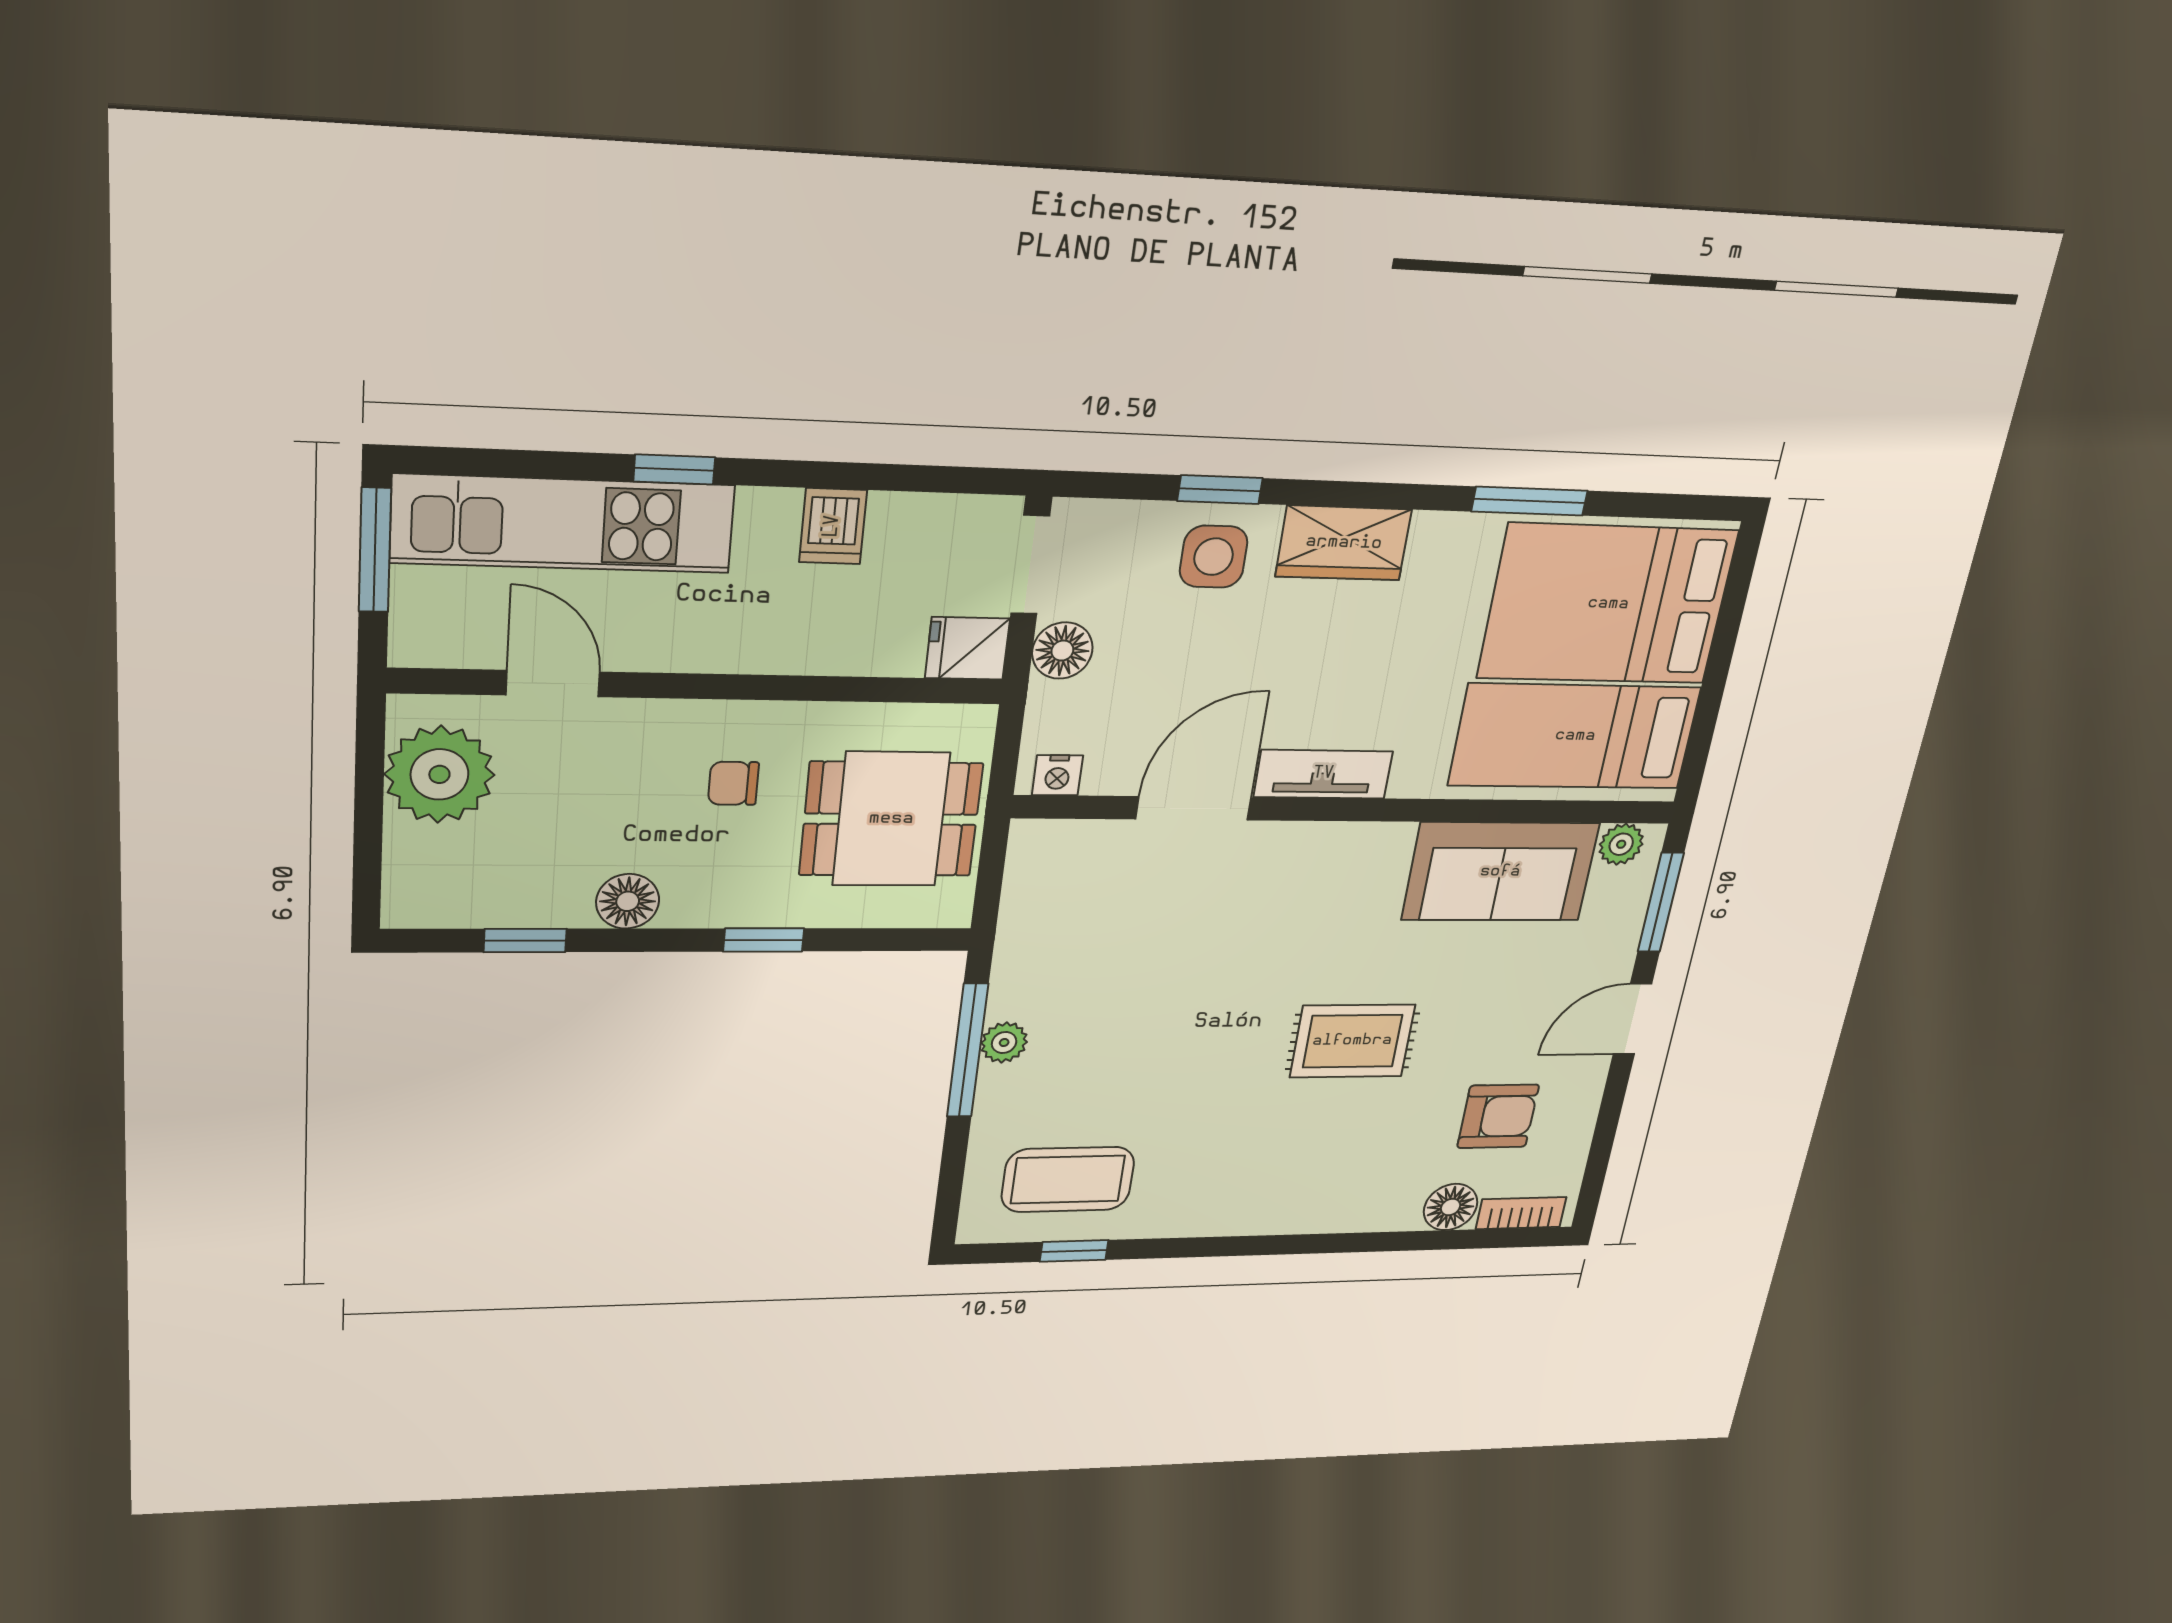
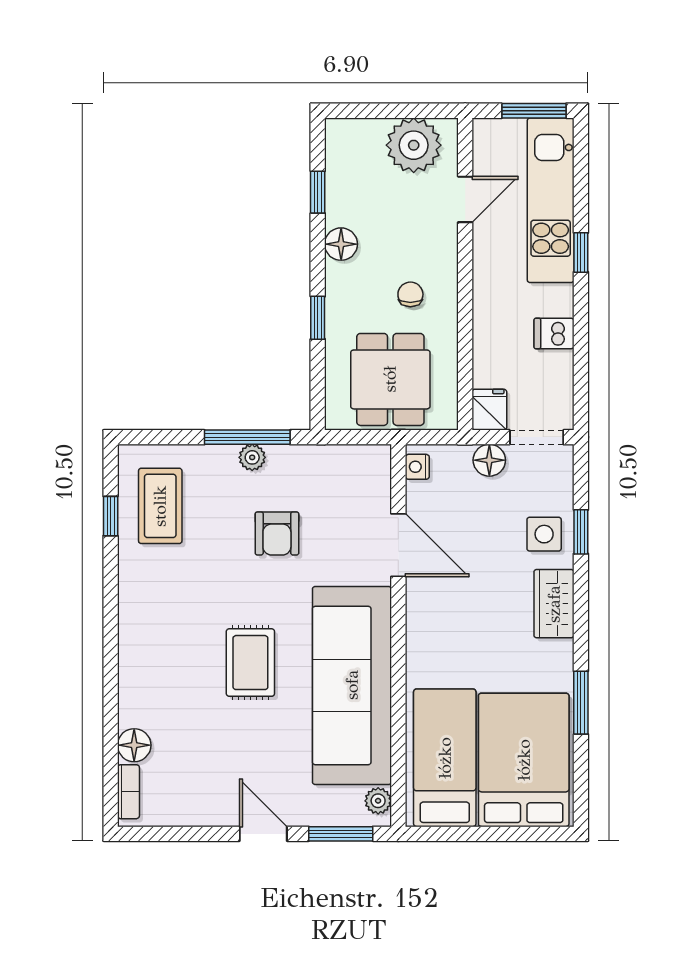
tv unit: (1323, 774) -> (420, 616), removed
sofa: (1500, 872) -> (352, 685), width x1.85, depth x1.27
armchair: (1498, 1116) -> (277, 533), moved

